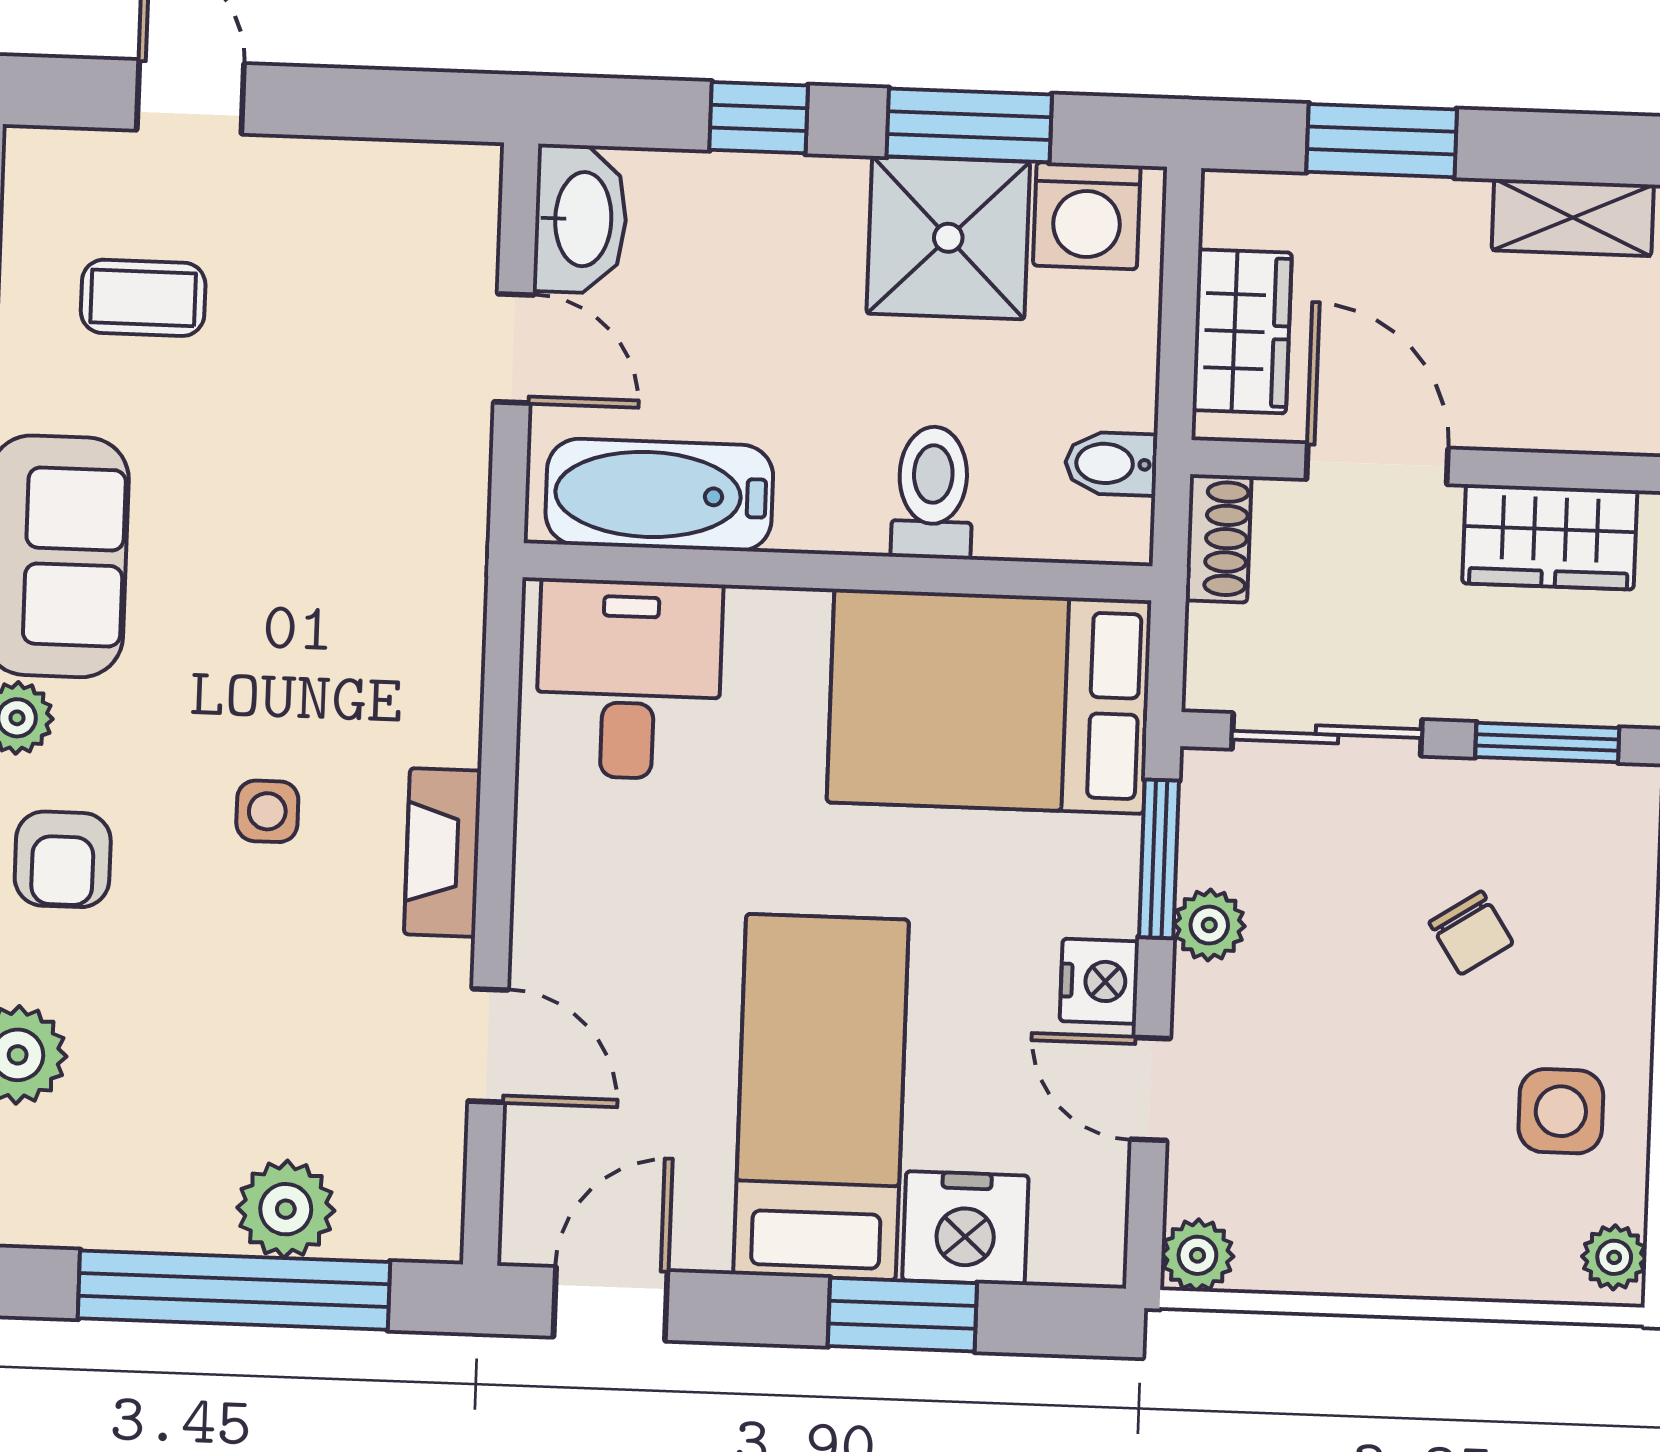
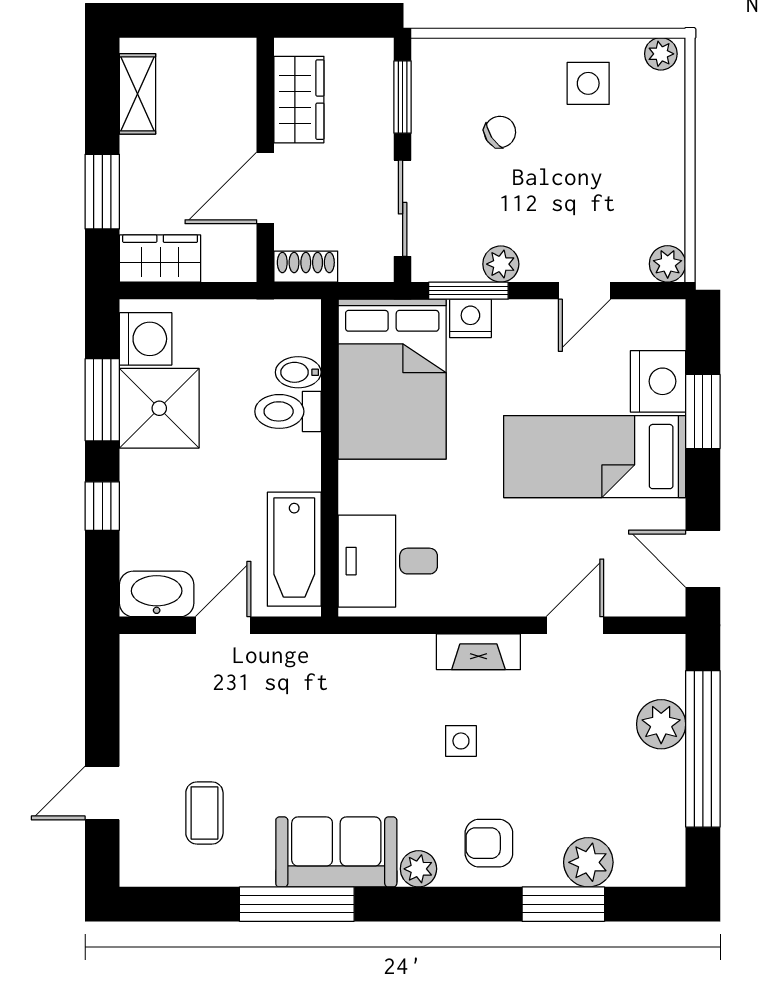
wardrobe: (1242, 331) -> (160, 258), moved
bidet: (1111, 464) -> (298, 372), moved, turned 90
armchair: (63, 859) -> (489, 843), turned 180
nightstand: (1099, 981) -> (470, 318), moved

